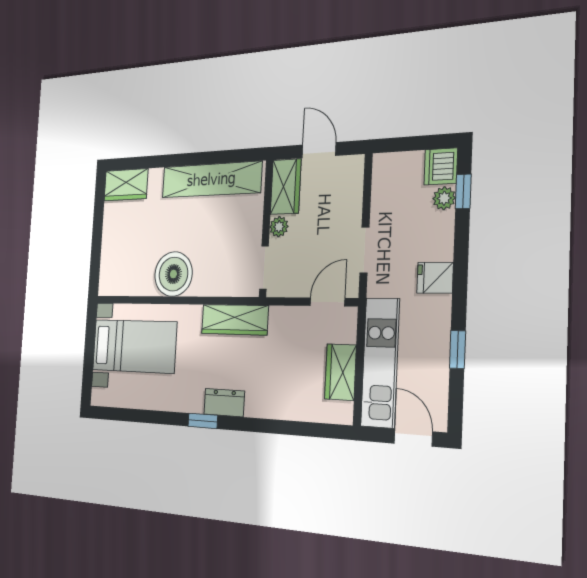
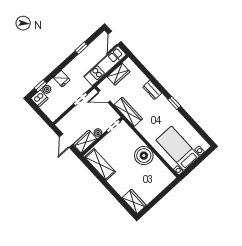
shelving: (211, 180) -> (100, 164), width x0.68
fridge: (435, 278) -> (62, 79), moved
wardrobe: (235, 320) -> (128, 112), moved
dresser: (224, 403) -> (152, 90), moved

